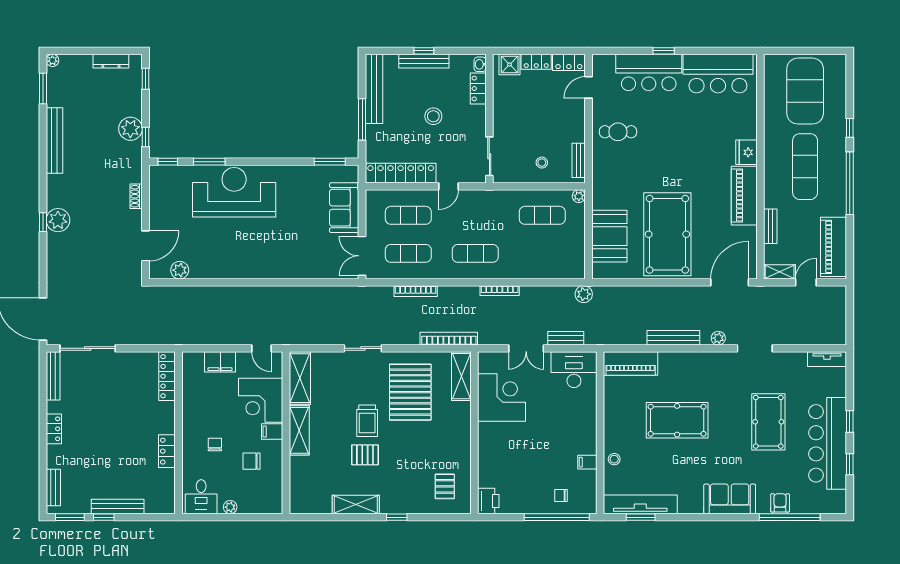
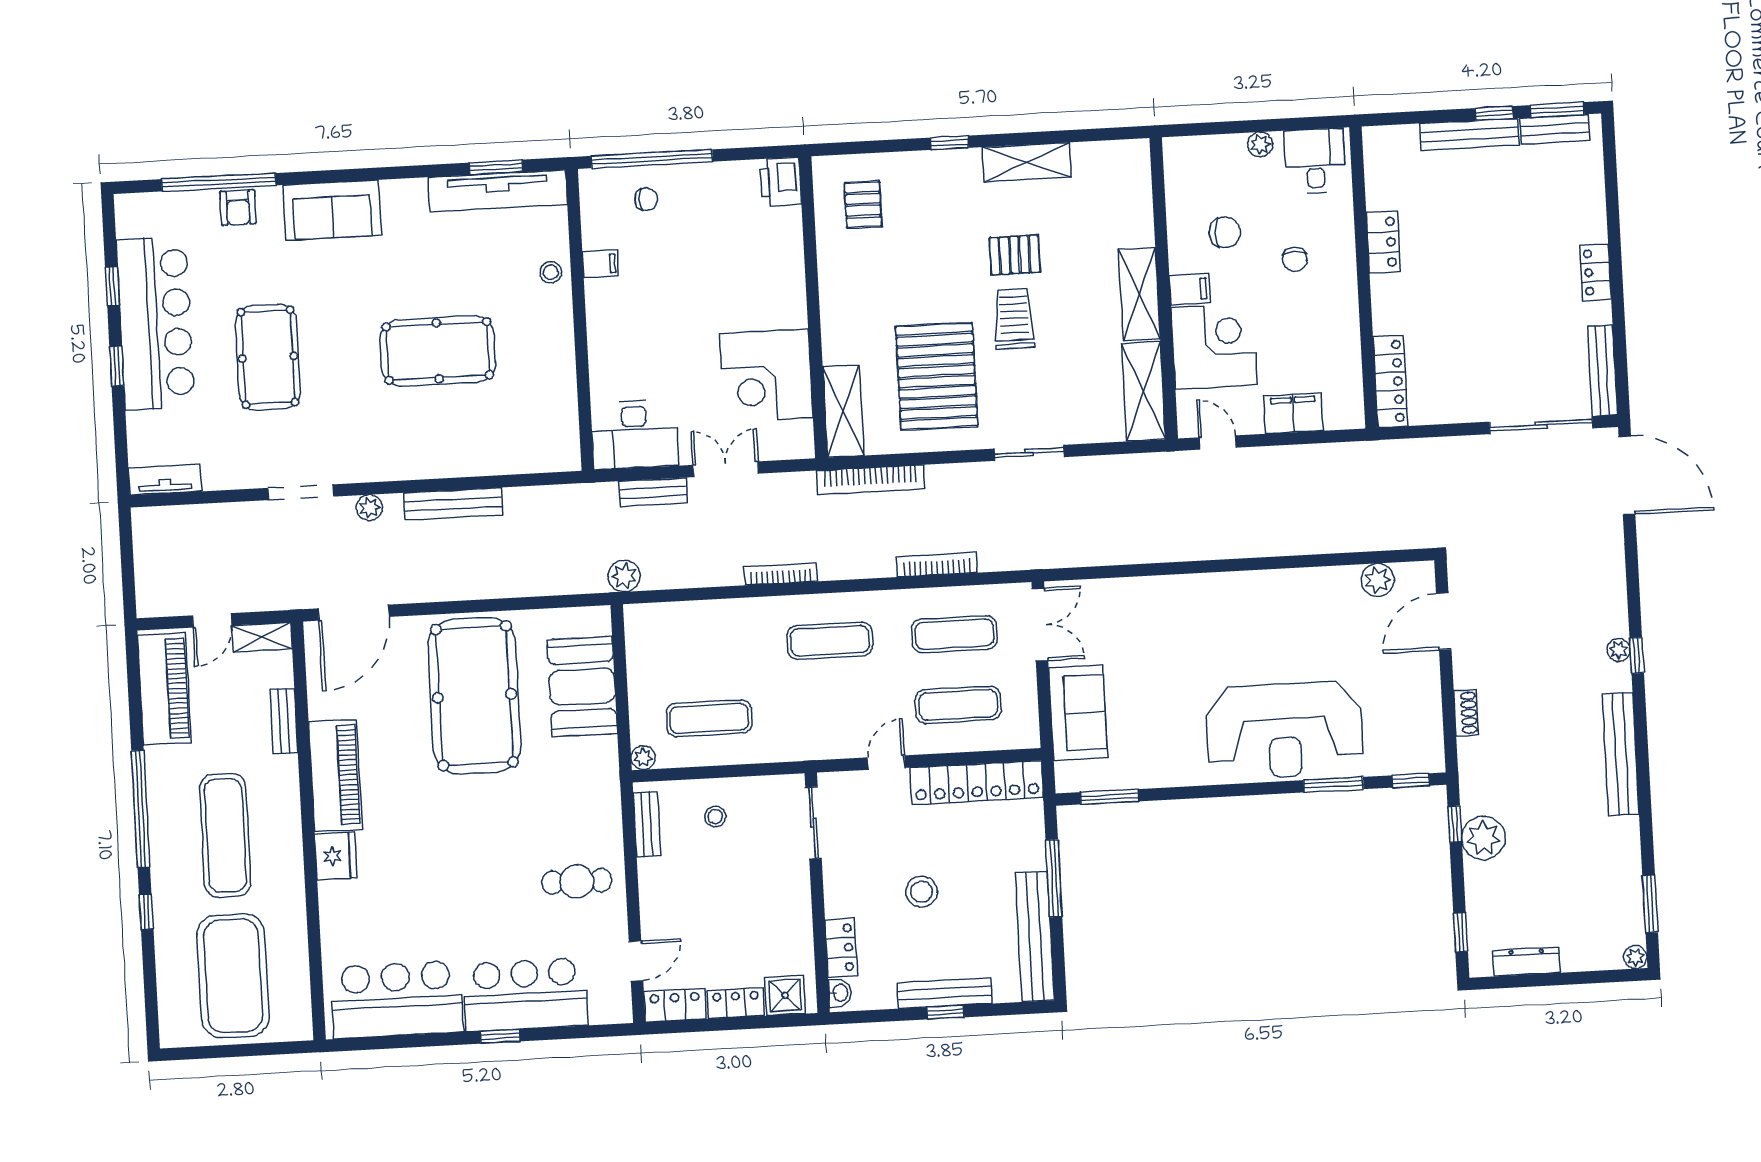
bench: (54, 141) -> (1621, 754), moved
plant: (58, 220) -> (1619, 650), width x0.53, depth x0.53
piano: (631, 364) -> (530, 452), removed
bench: (53, 487) -> (1555, 129), moved, turned 90

